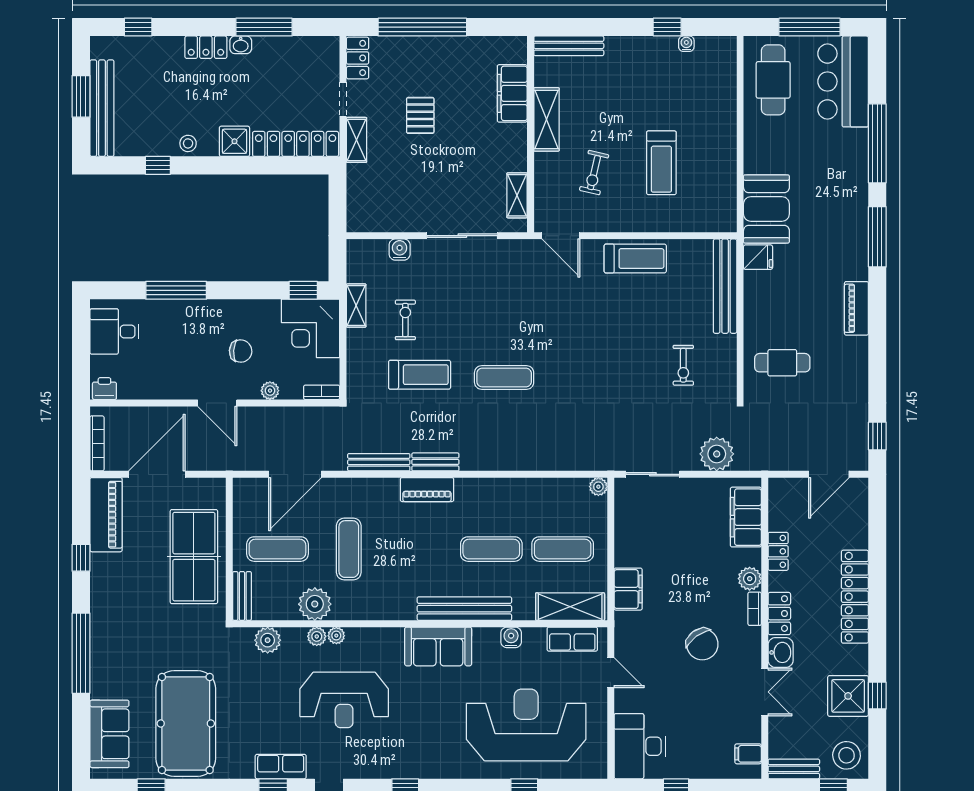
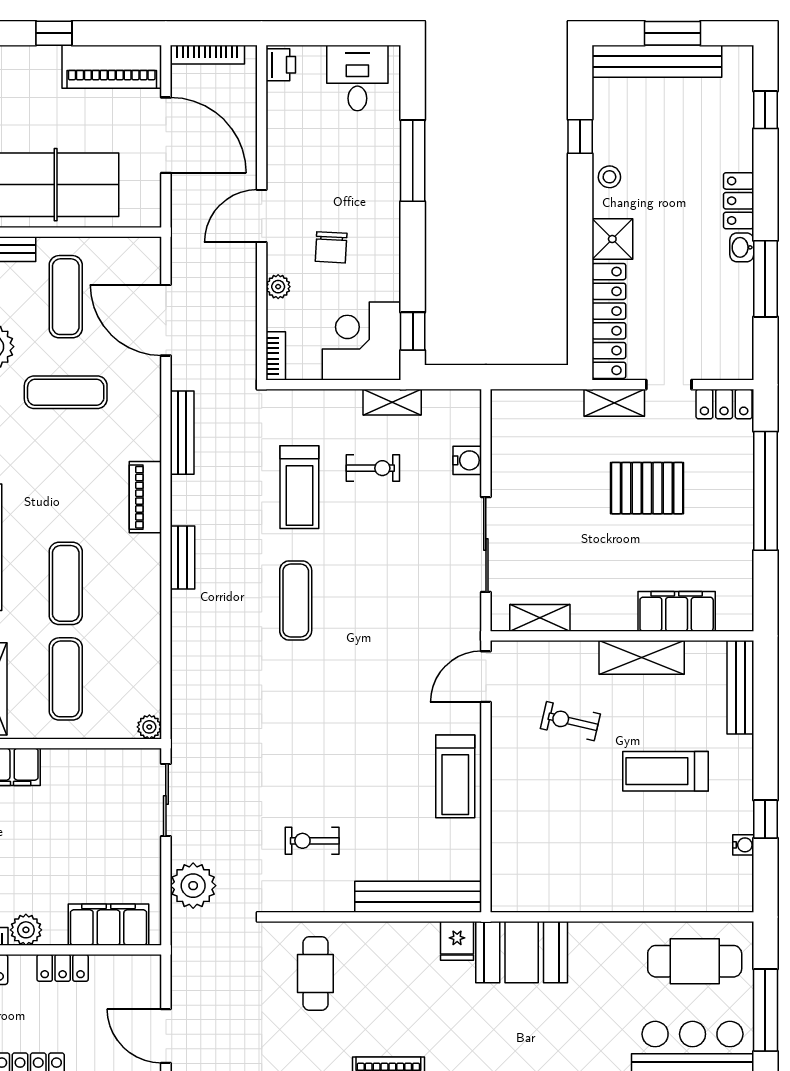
pallet: (420, 115) -> (647, 488), width x1.50, depth x1.42
treadmill: (661, 163) -> (665, 771), moved
bench: (435, 462) -> (182, 558), moved

